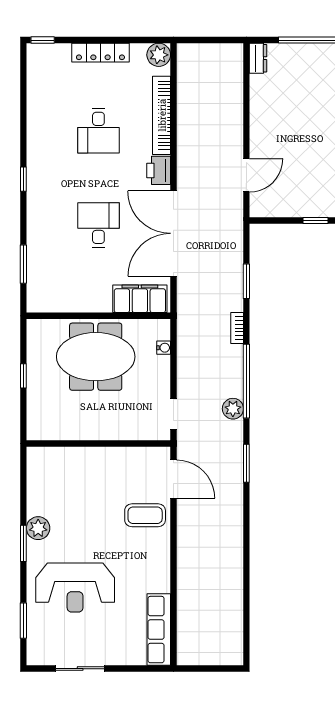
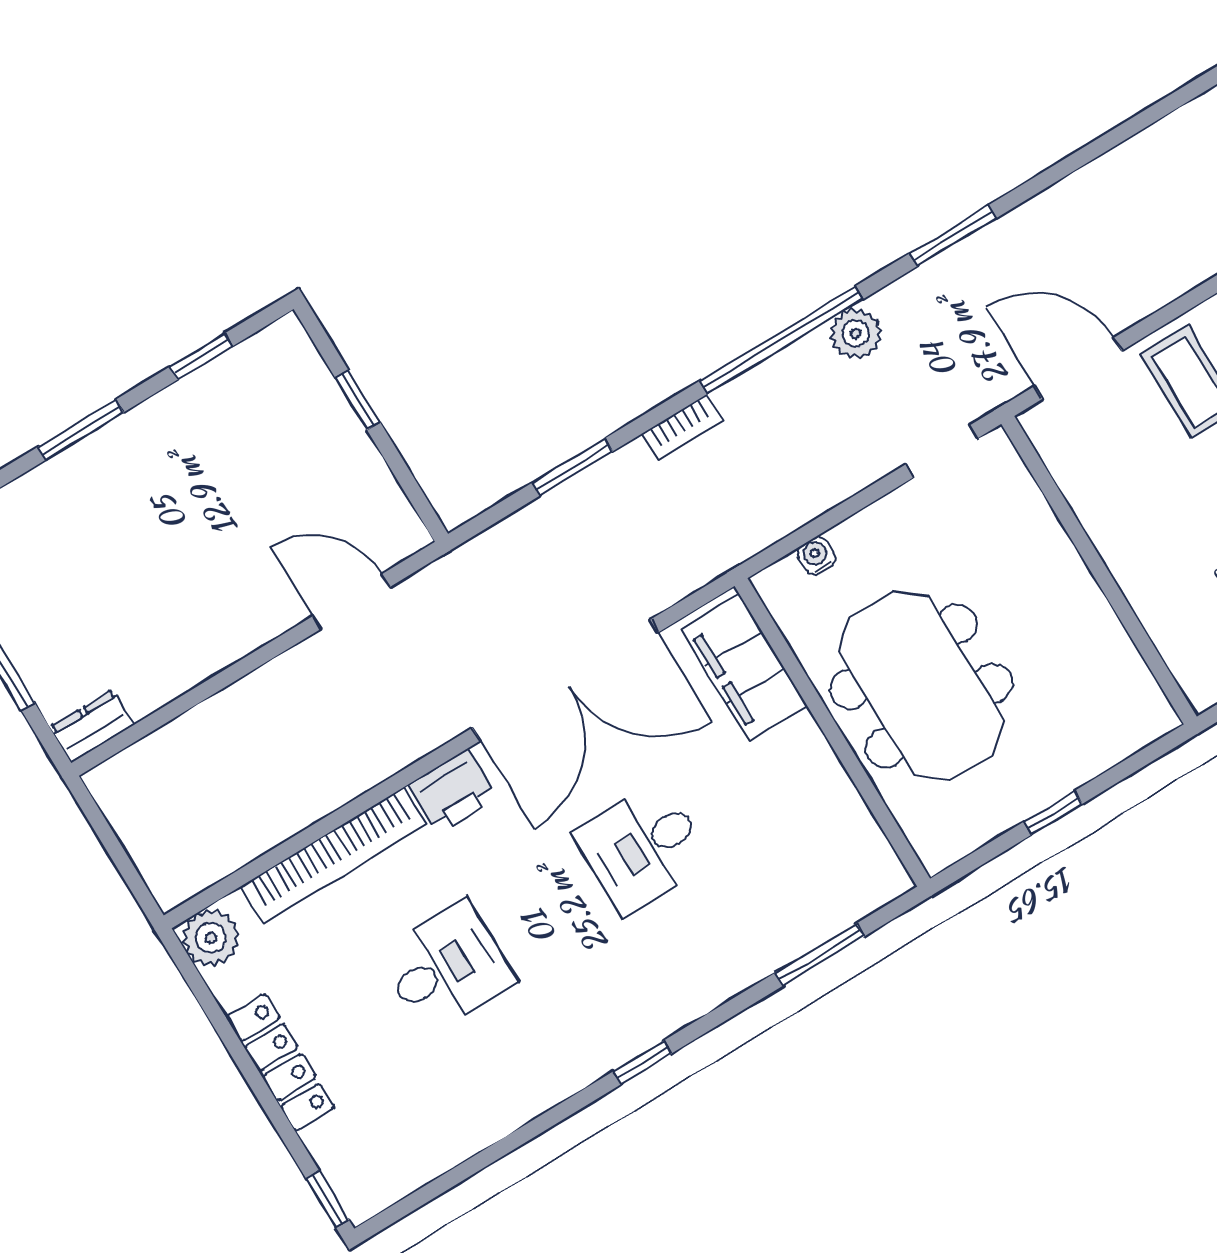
door: (173, 479) -> (1078, 368), hinge flipped

